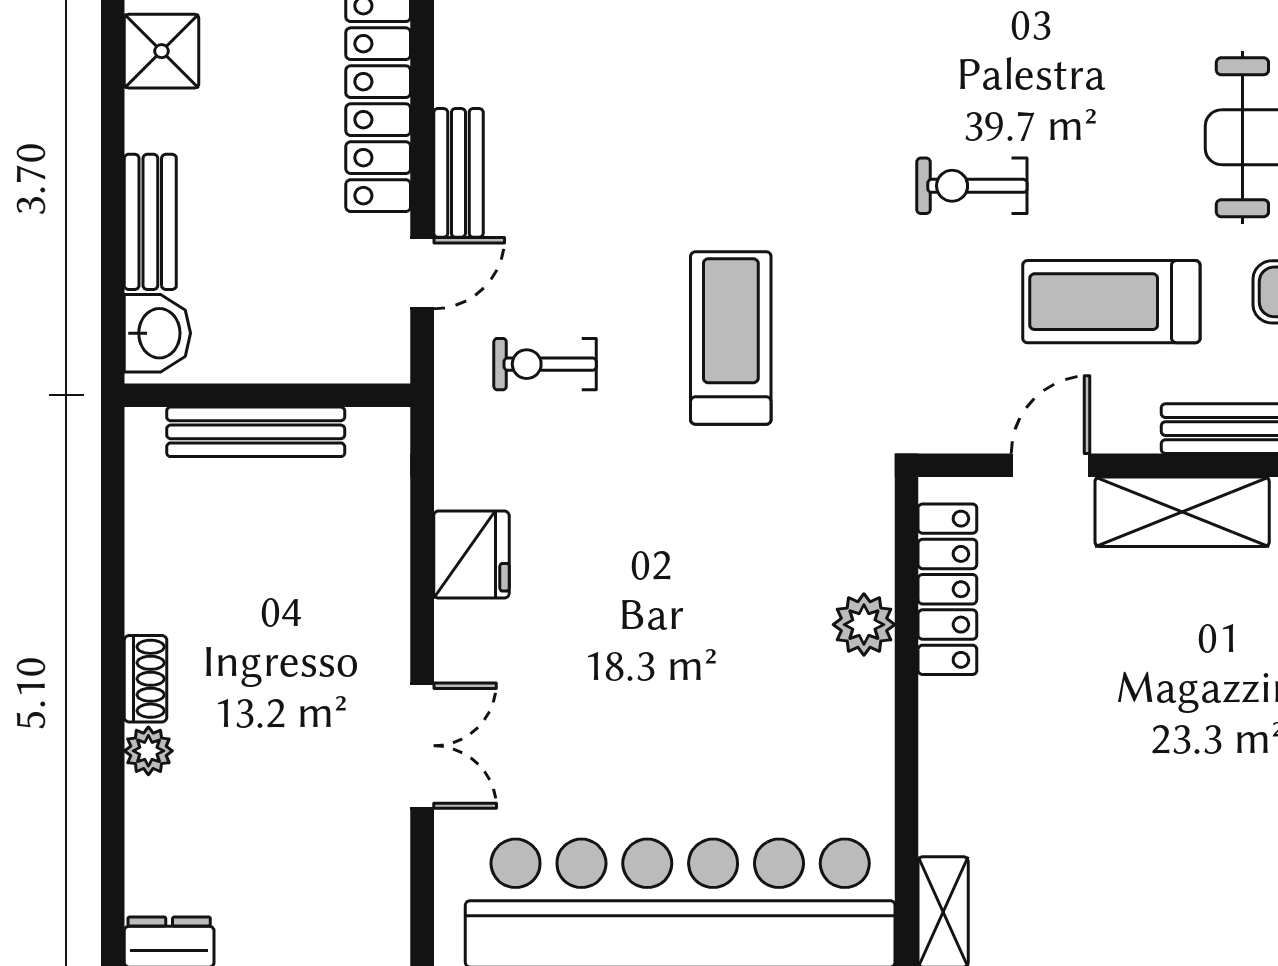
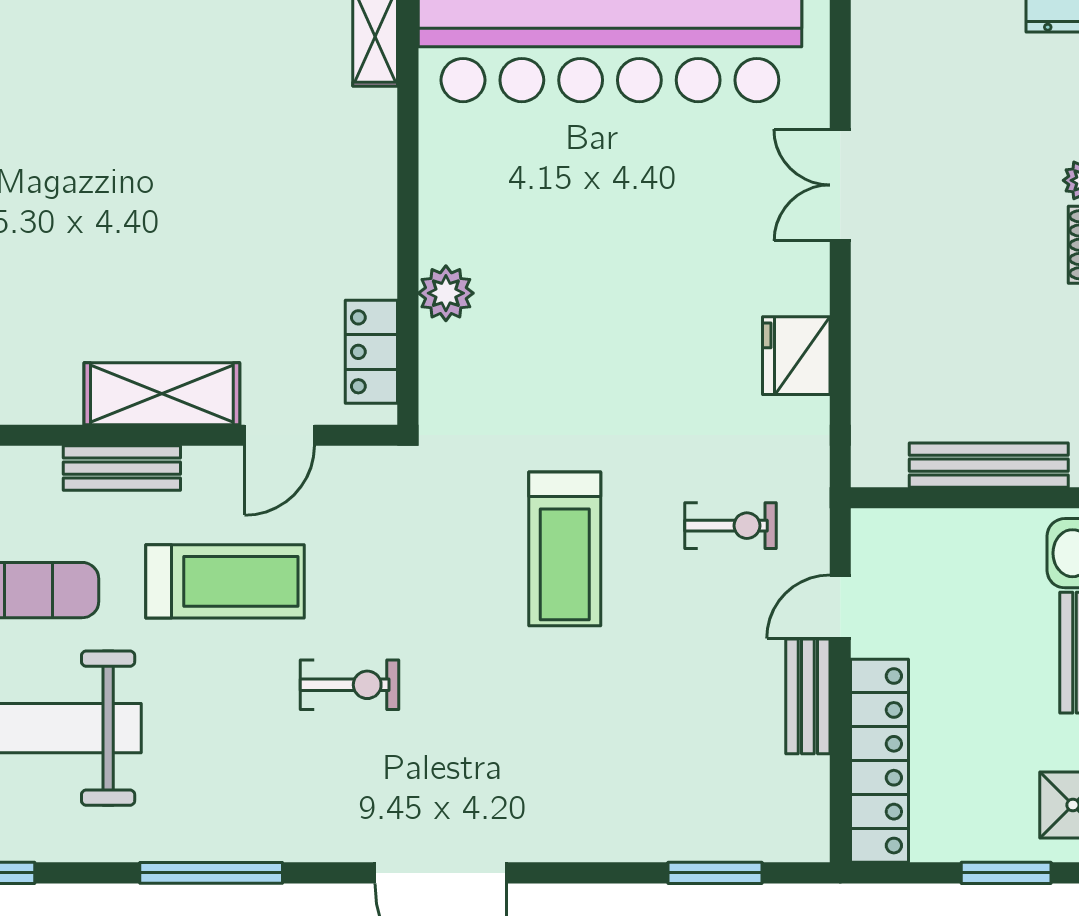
locker: (947, 589) -> (371, 352), width x0.66

